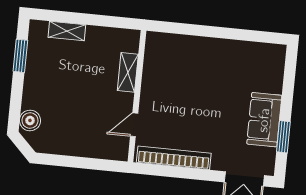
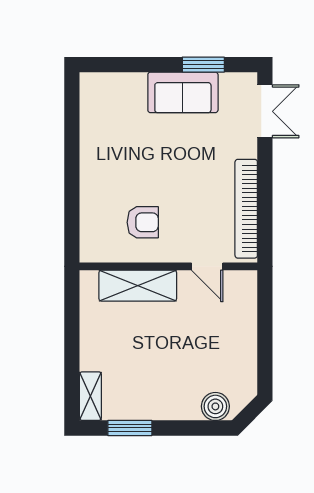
shelving: (67, 31) -> (90, 396), moved
shelving: (128, 72) -> (138, 286), width x1.50, depth x1.33
armchair: (171, 80) -> (143, 222), added

